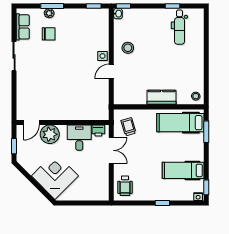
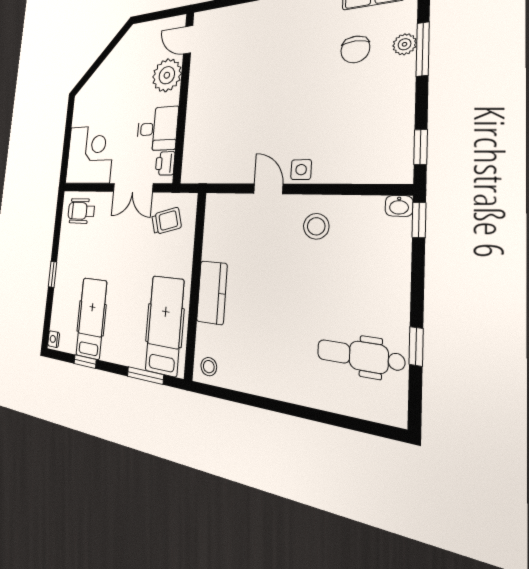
window: (14, 146) -> (154, 16), removed
corner desk: (55, 176) -> (90, 155), moved, turned -45
window: (206, 187) -> (85, 362), moved

